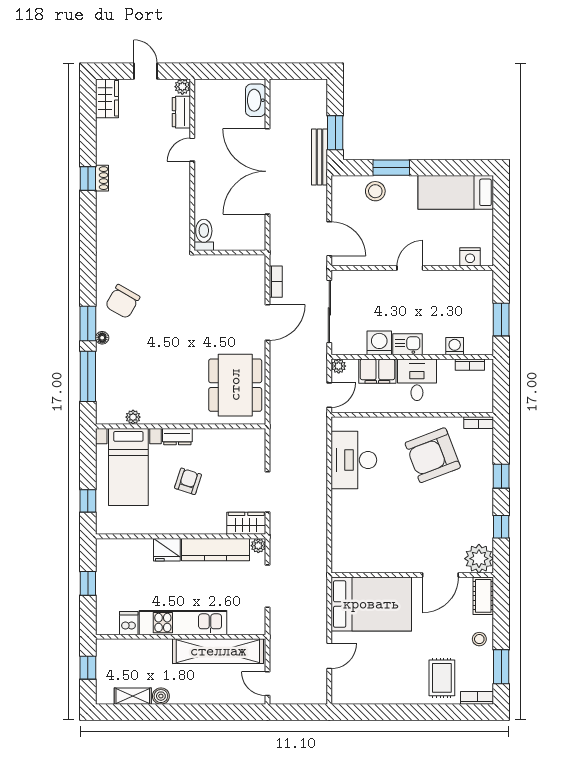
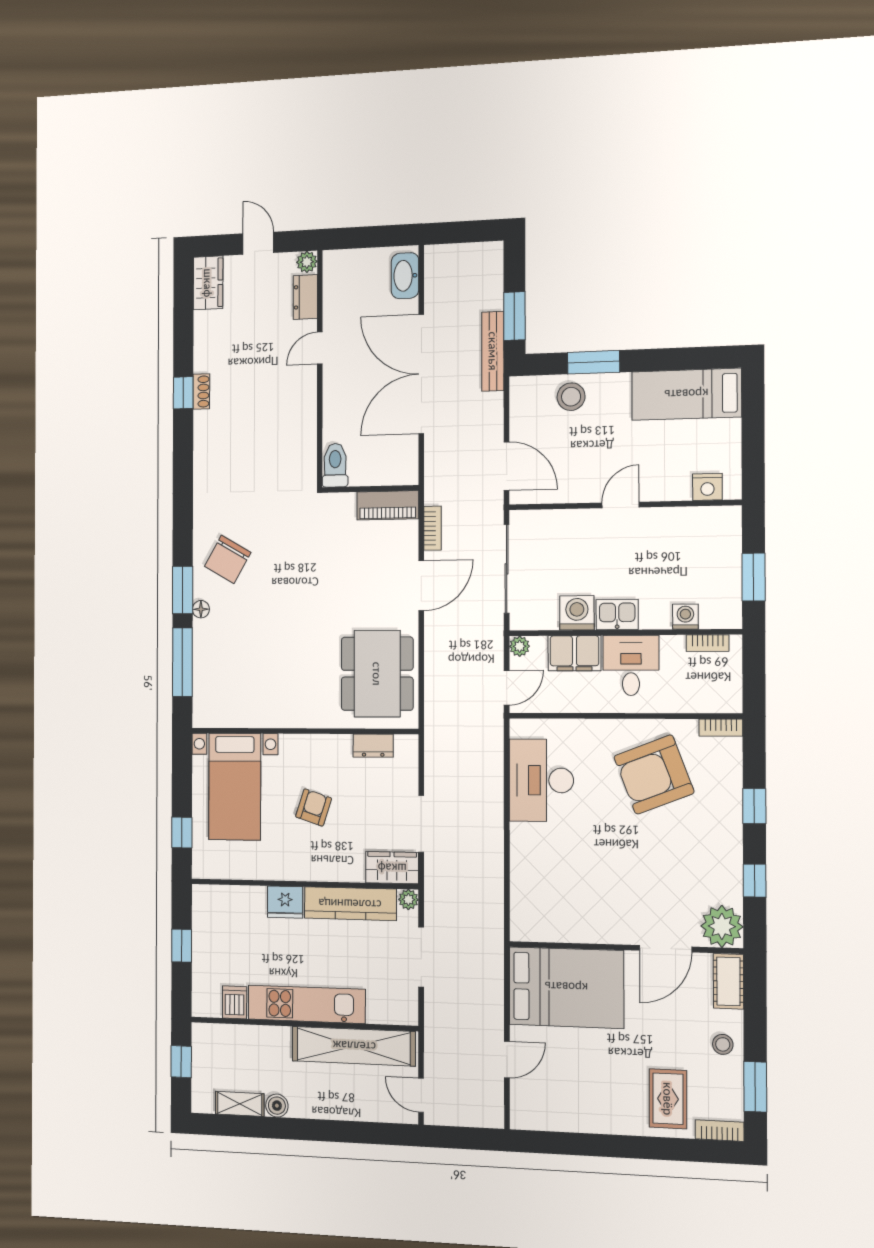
piano: (243, 265) -> (388, 505), added
plant: (133, 417) -> (241, 718), removed
dresser: (177, 437) -> (373, 746), moved

